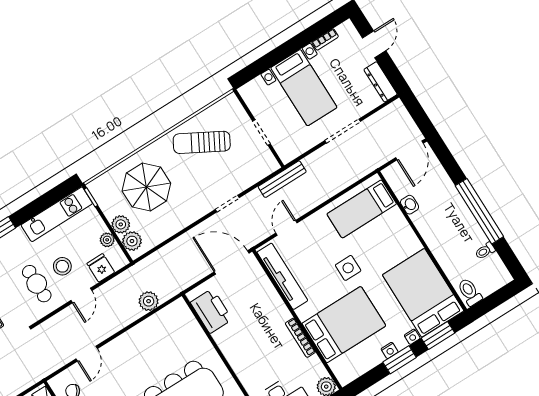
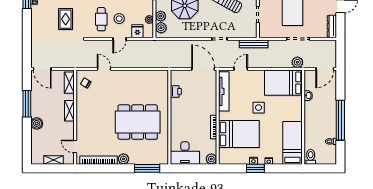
bed: (362, 209) -> (283, 83), width x1.50
bed: (423, 293) -> (292, 143), width x0.67
plant: (149, 301) -> (297, 62), moved
printer: (211, 311) -> (176, 91), width x0.53, depth x0.68
window: (438, 336) -> (282, 168), removed
door: (87, 354) -> (104, 69), swing flipped

